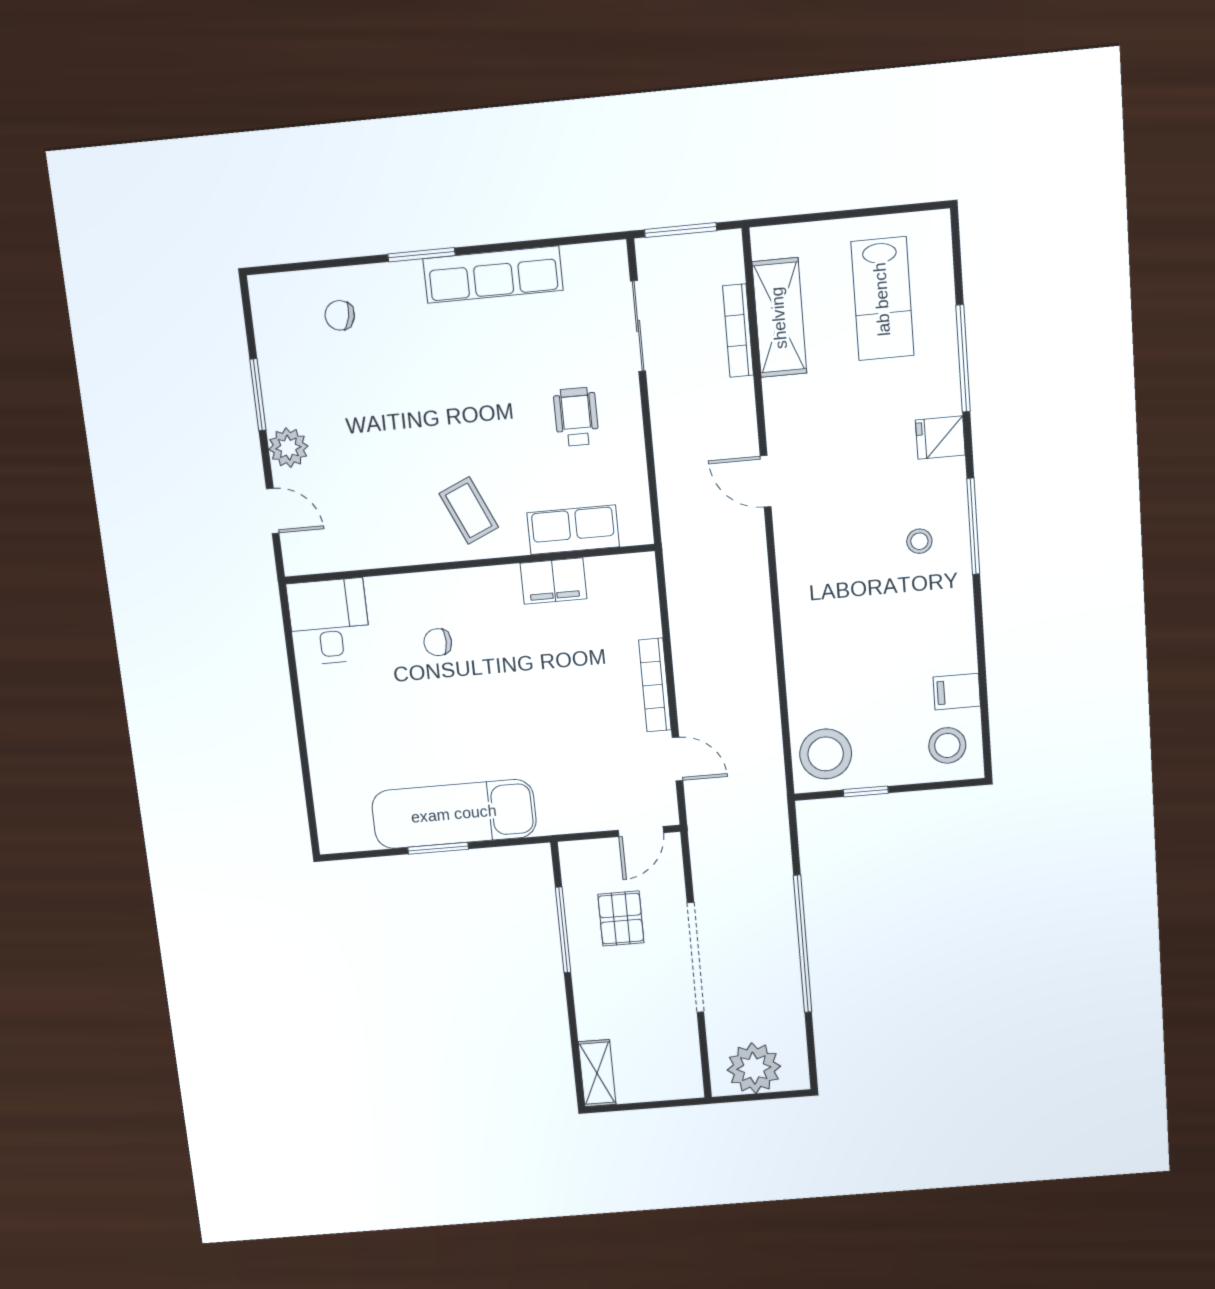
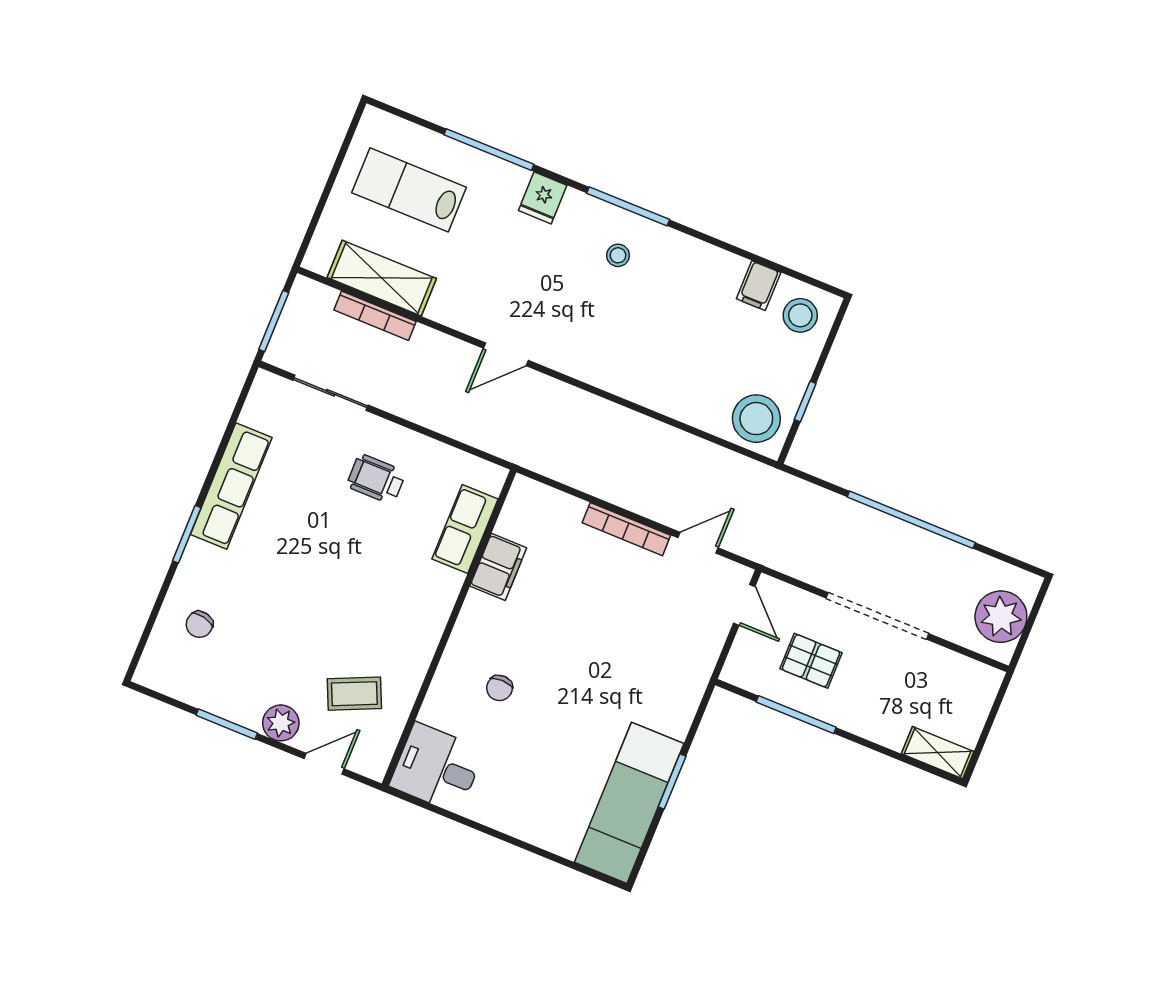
lab bench: (882, 299) -> (409, 190), turned 180
coffee table: (469, 510) -> (354, 694), moved
exam couch: (454, 814) -> (629, 803), moved

